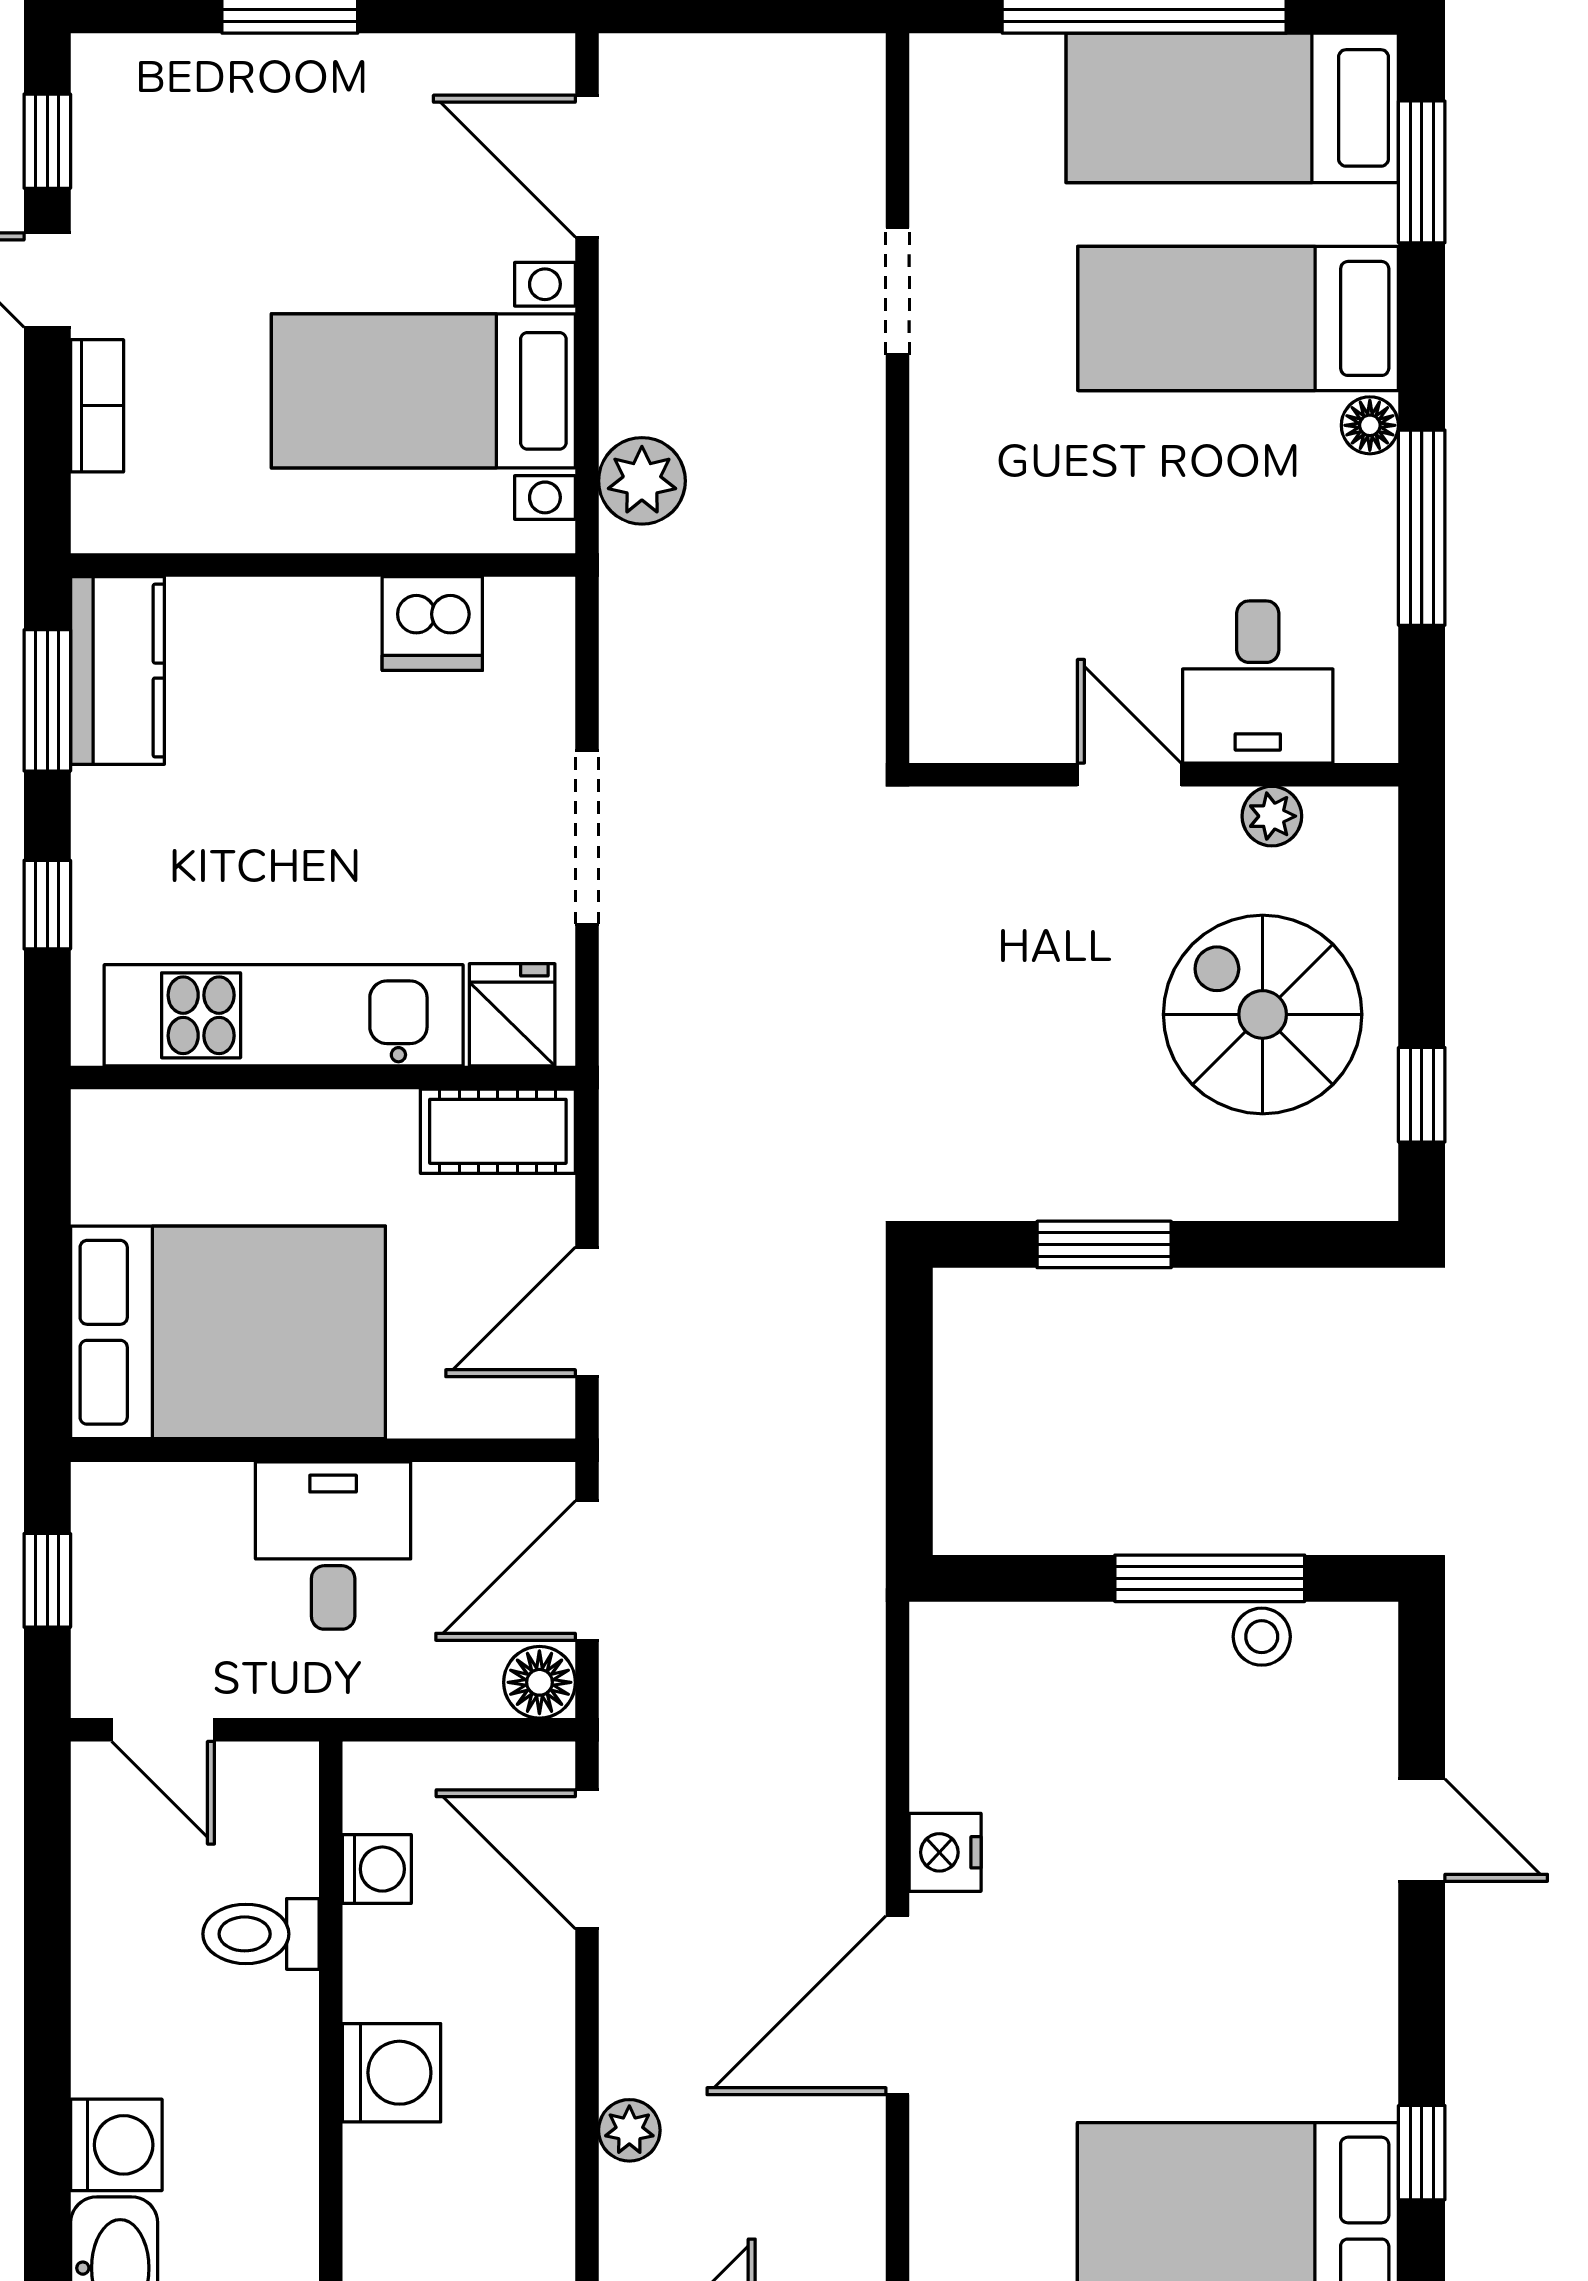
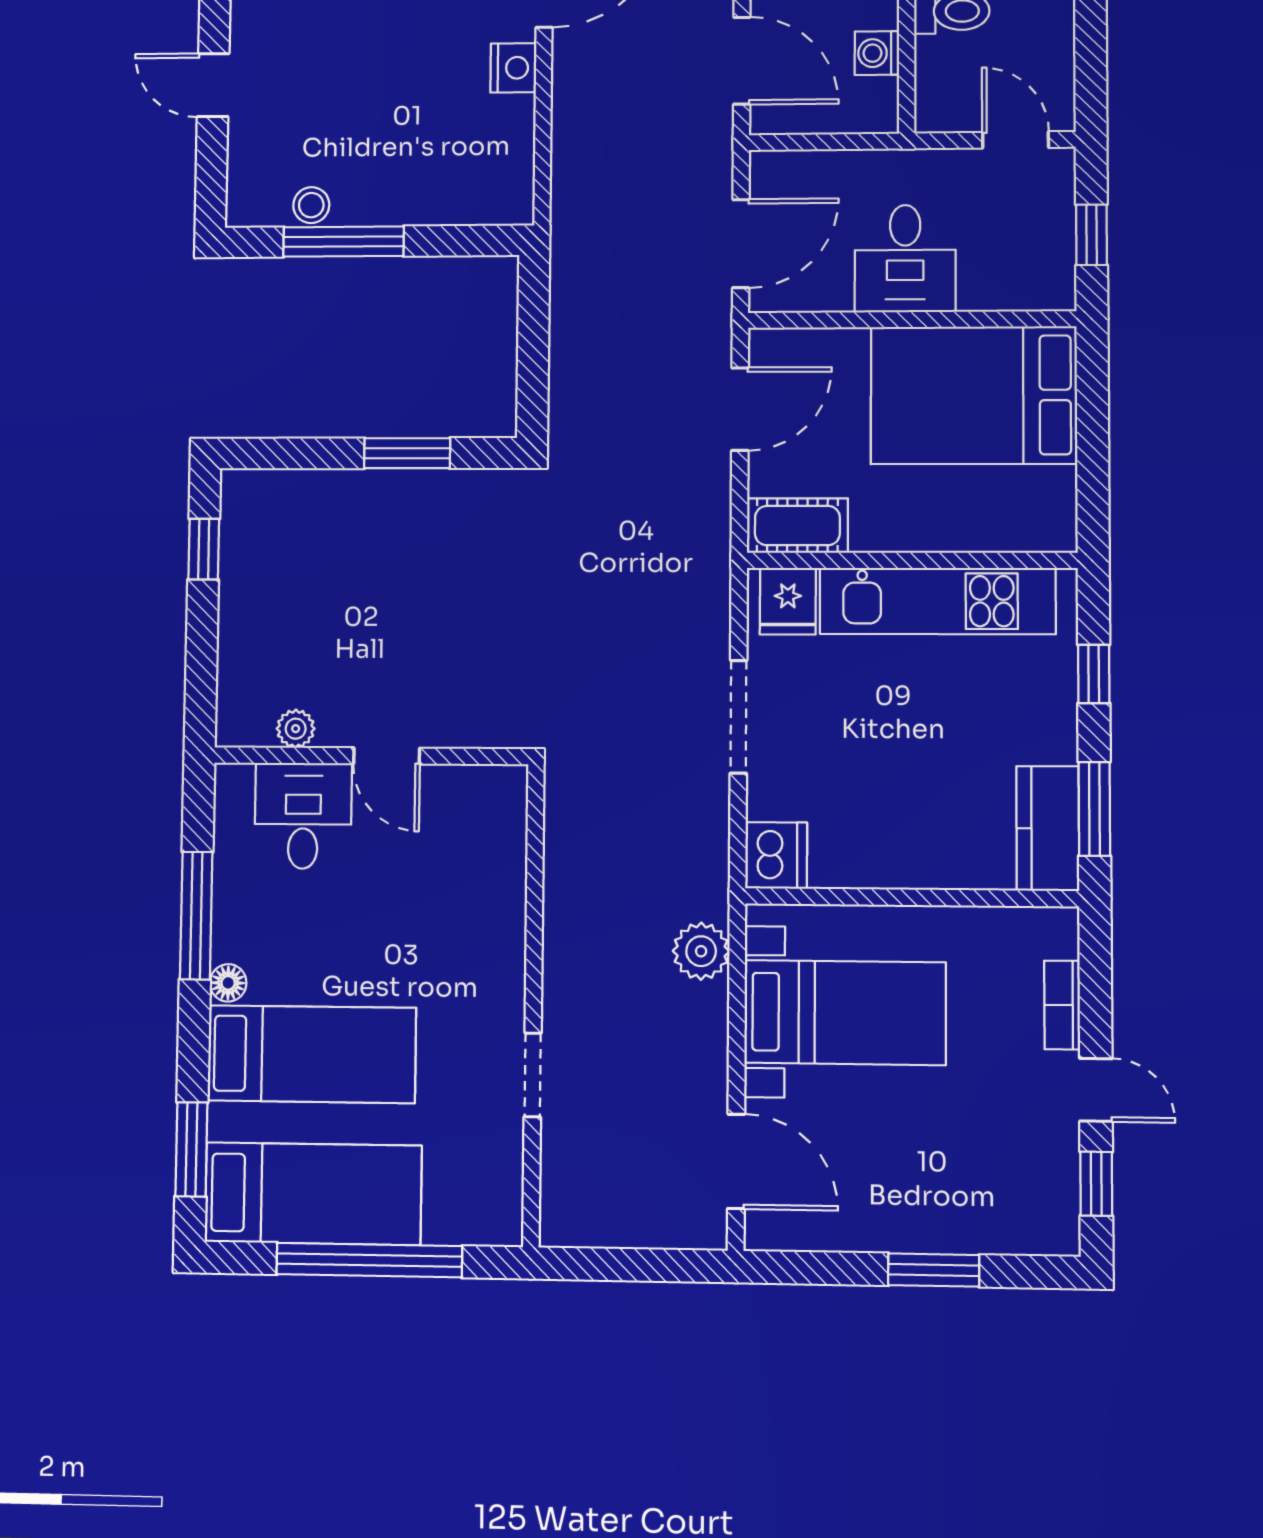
dishwasher: (432, 624) -> (776, 855), moved, turned 90
spiral stairs: (1263, 1014) -> (304, 601), removed
floor lamp: (539, 1682) -> (772, 172), removed

